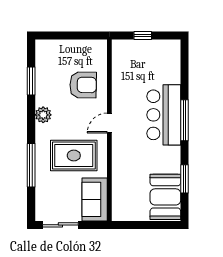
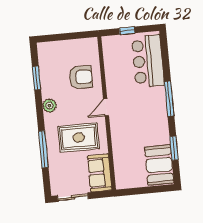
bar counter: (164, 115) -> (148, 61), moved

